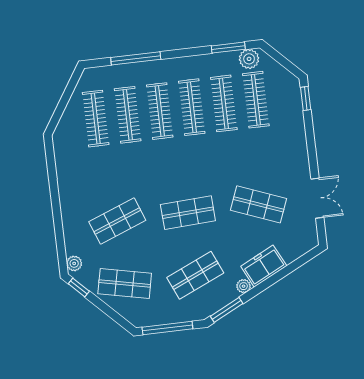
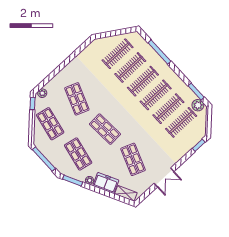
double door: (317, 198) -> (164, 177), moved
shop shelf: (117, 221) -> (77, 99), turned 42
shelving: (299, 249) -> (126, 193), added
shop shelf: (195, 275) -> (78, 154), turned 36

